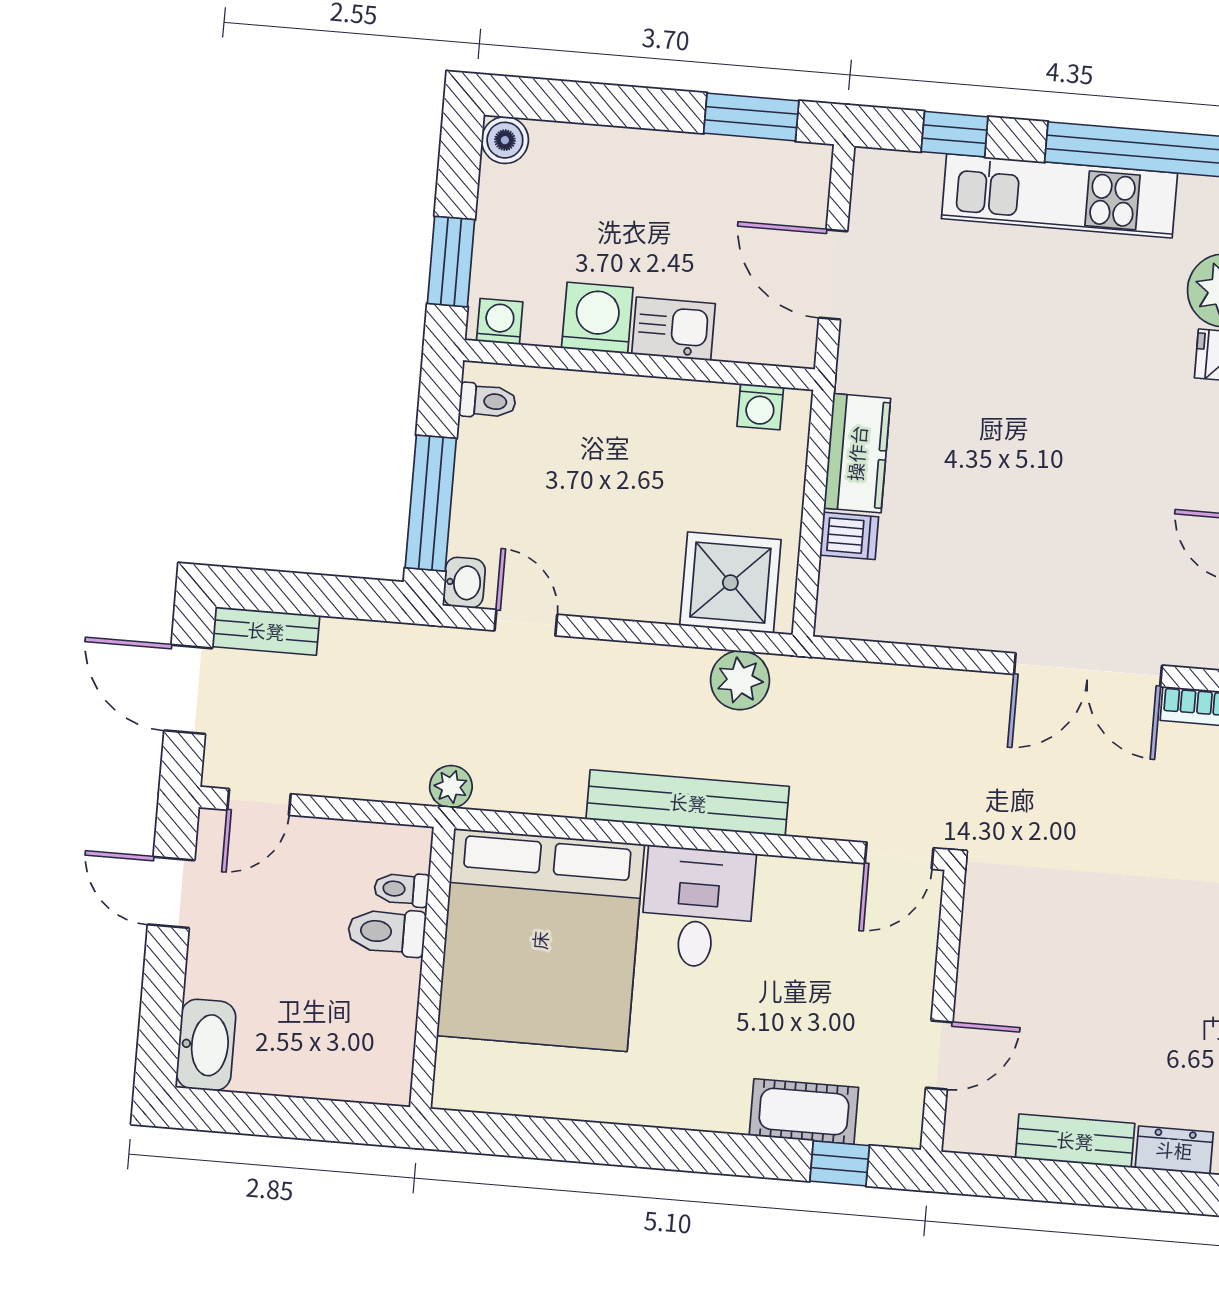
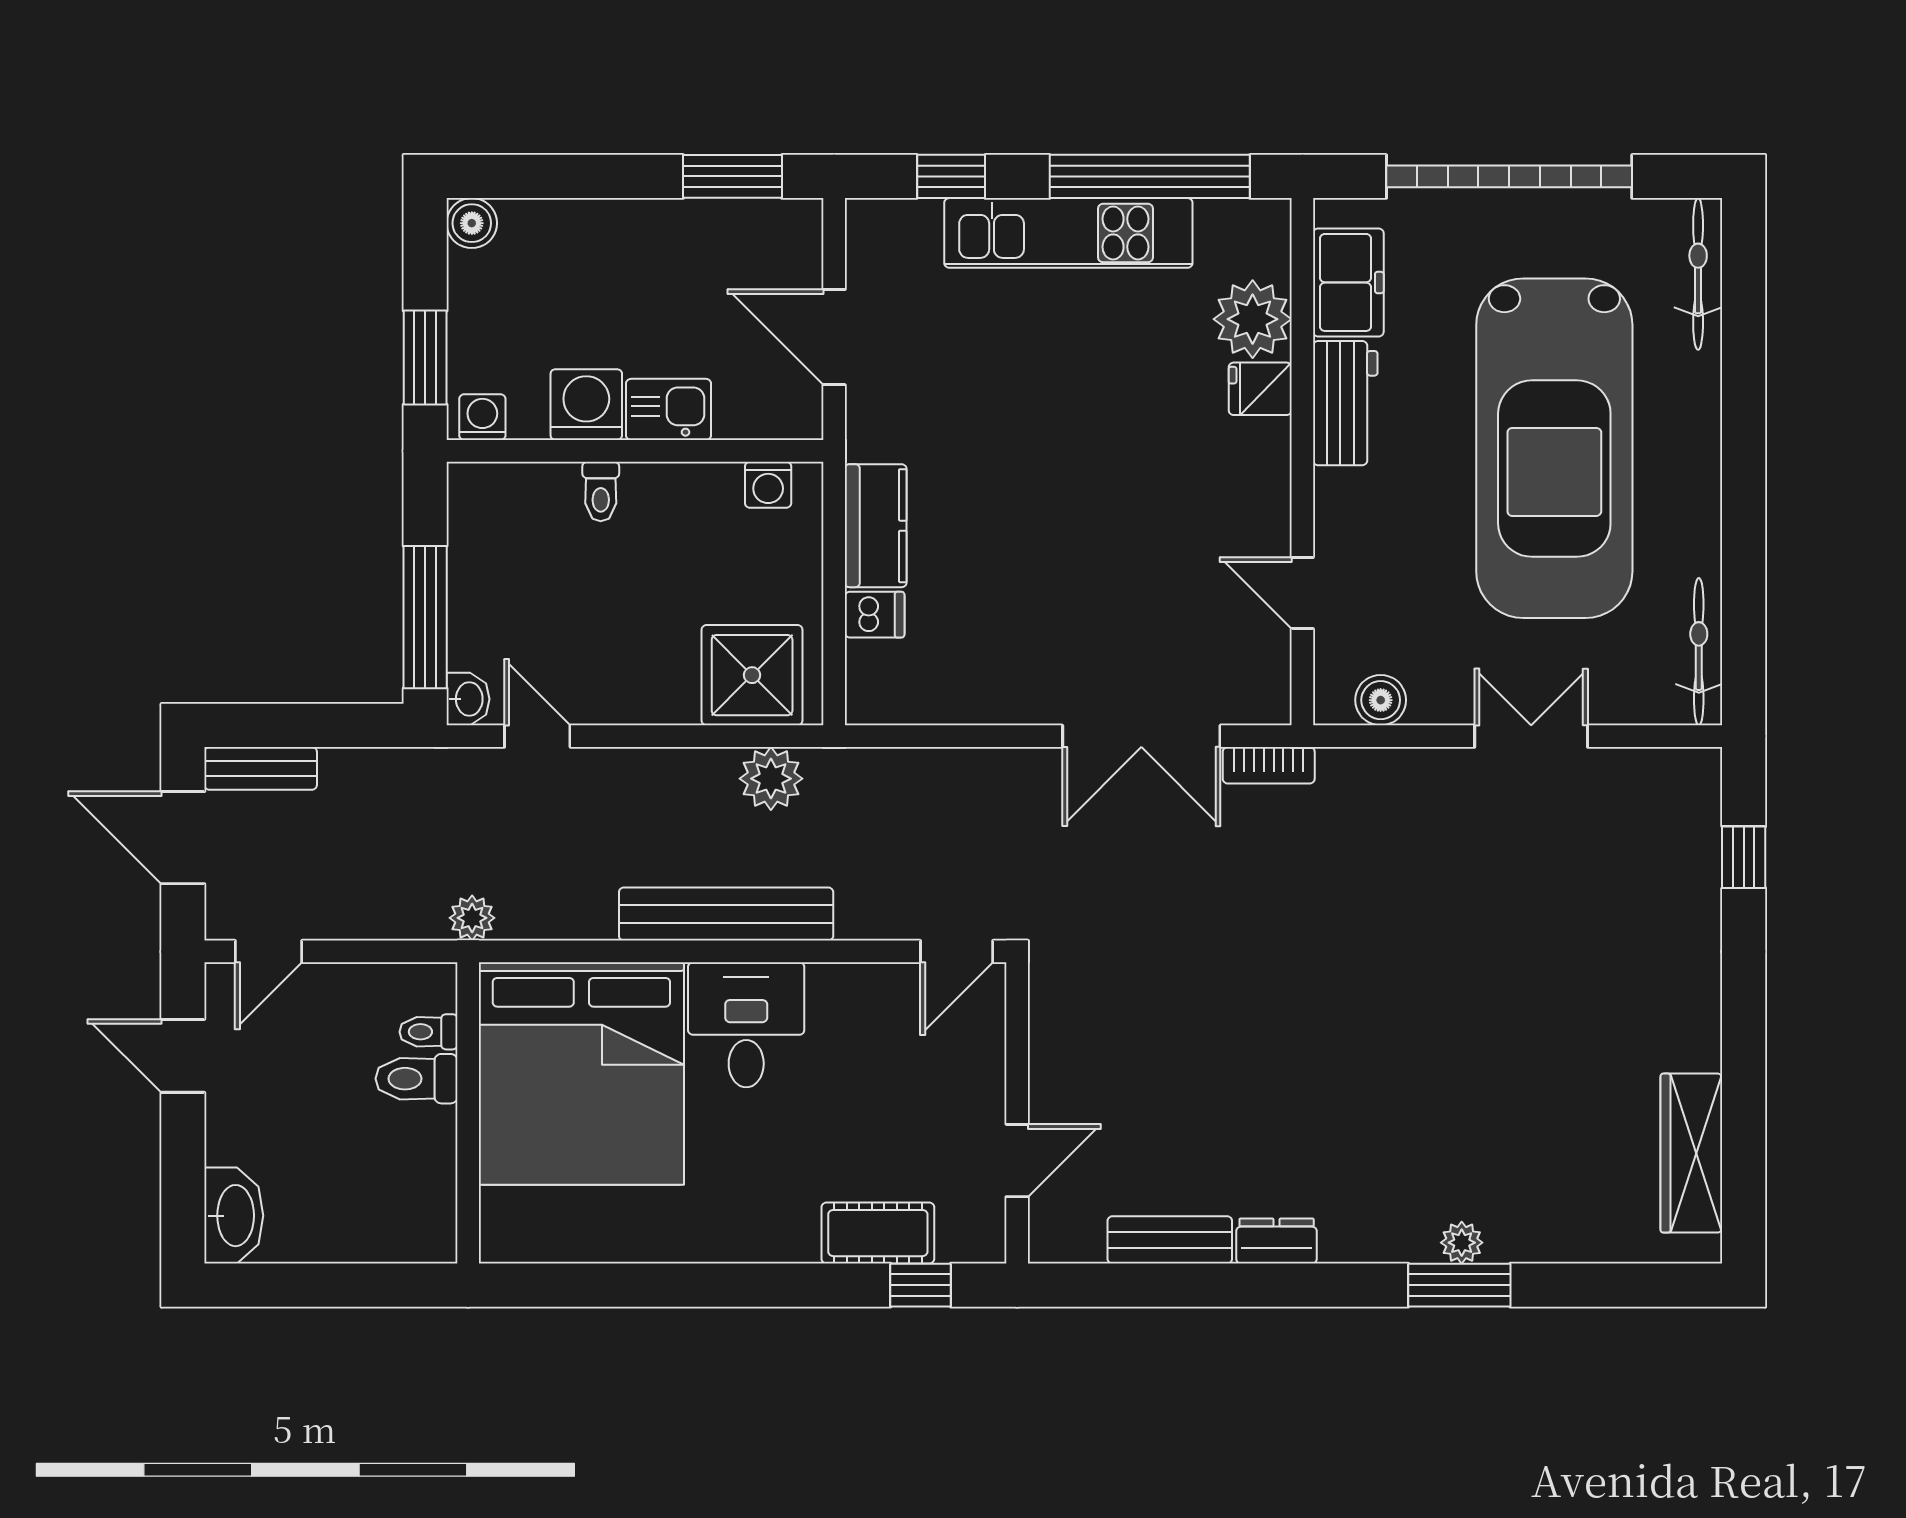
toilet: (487, 401) -> (601, 492), moved, turned 90

